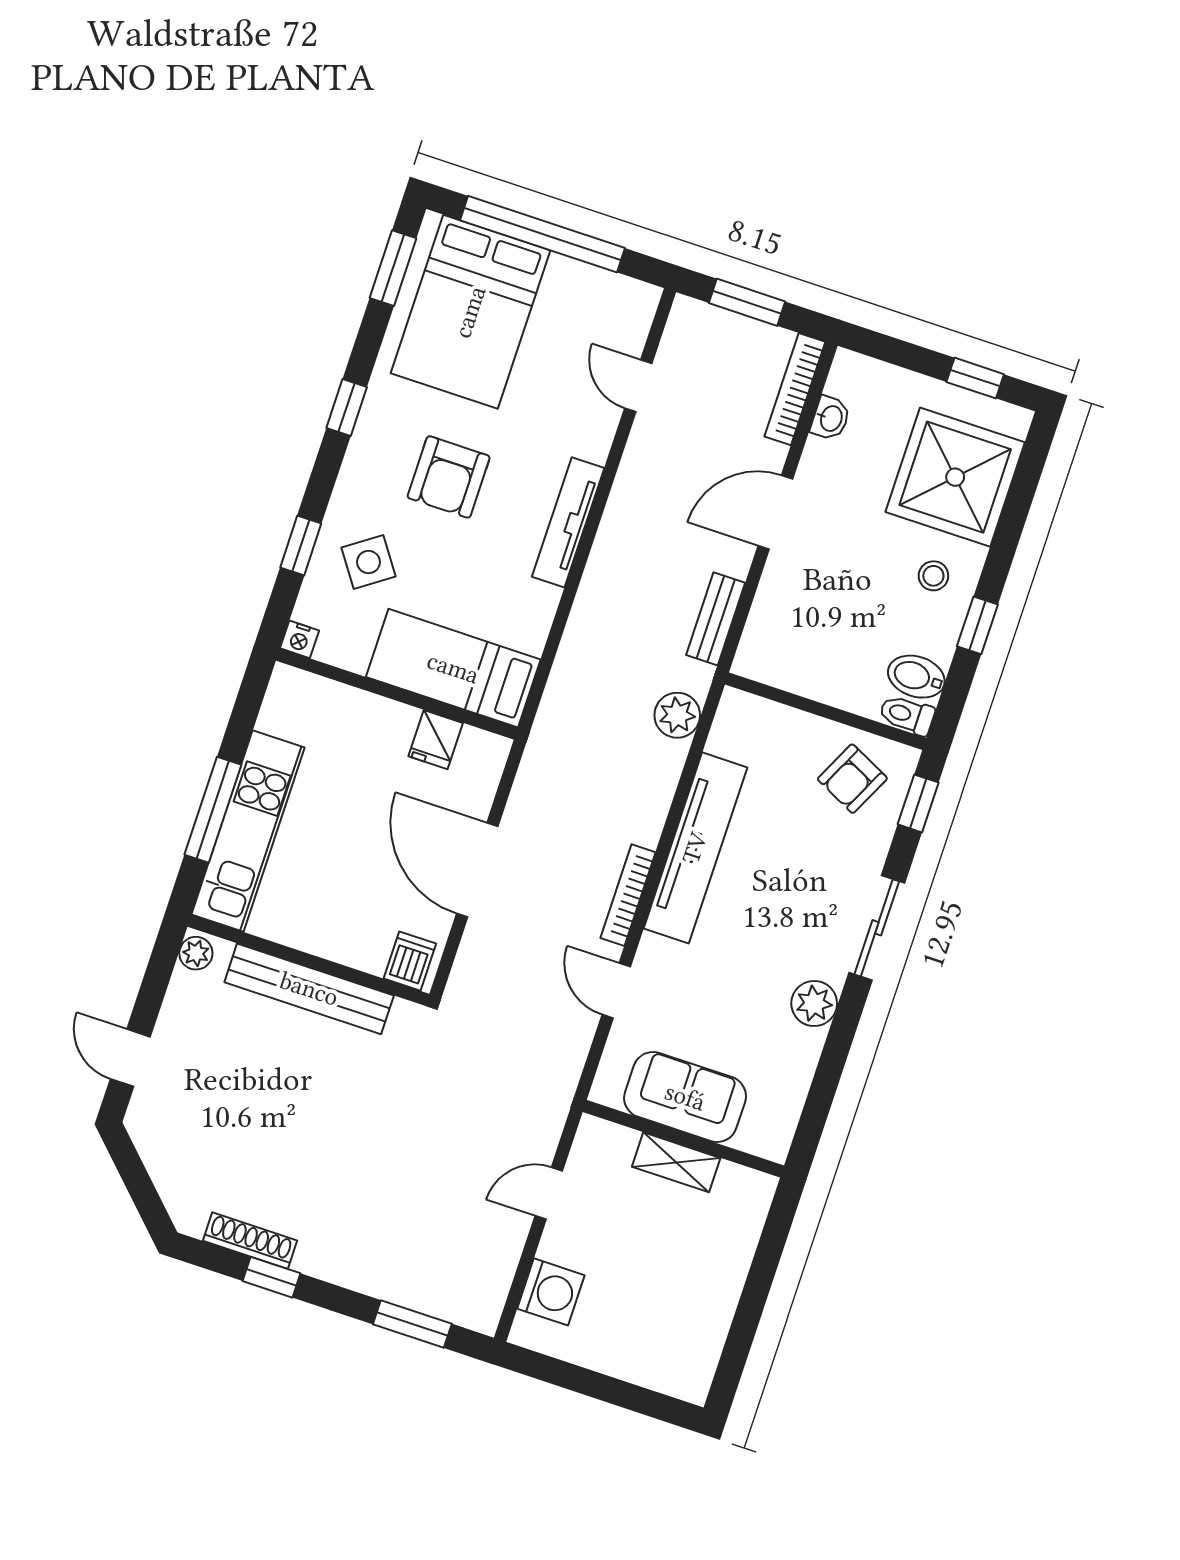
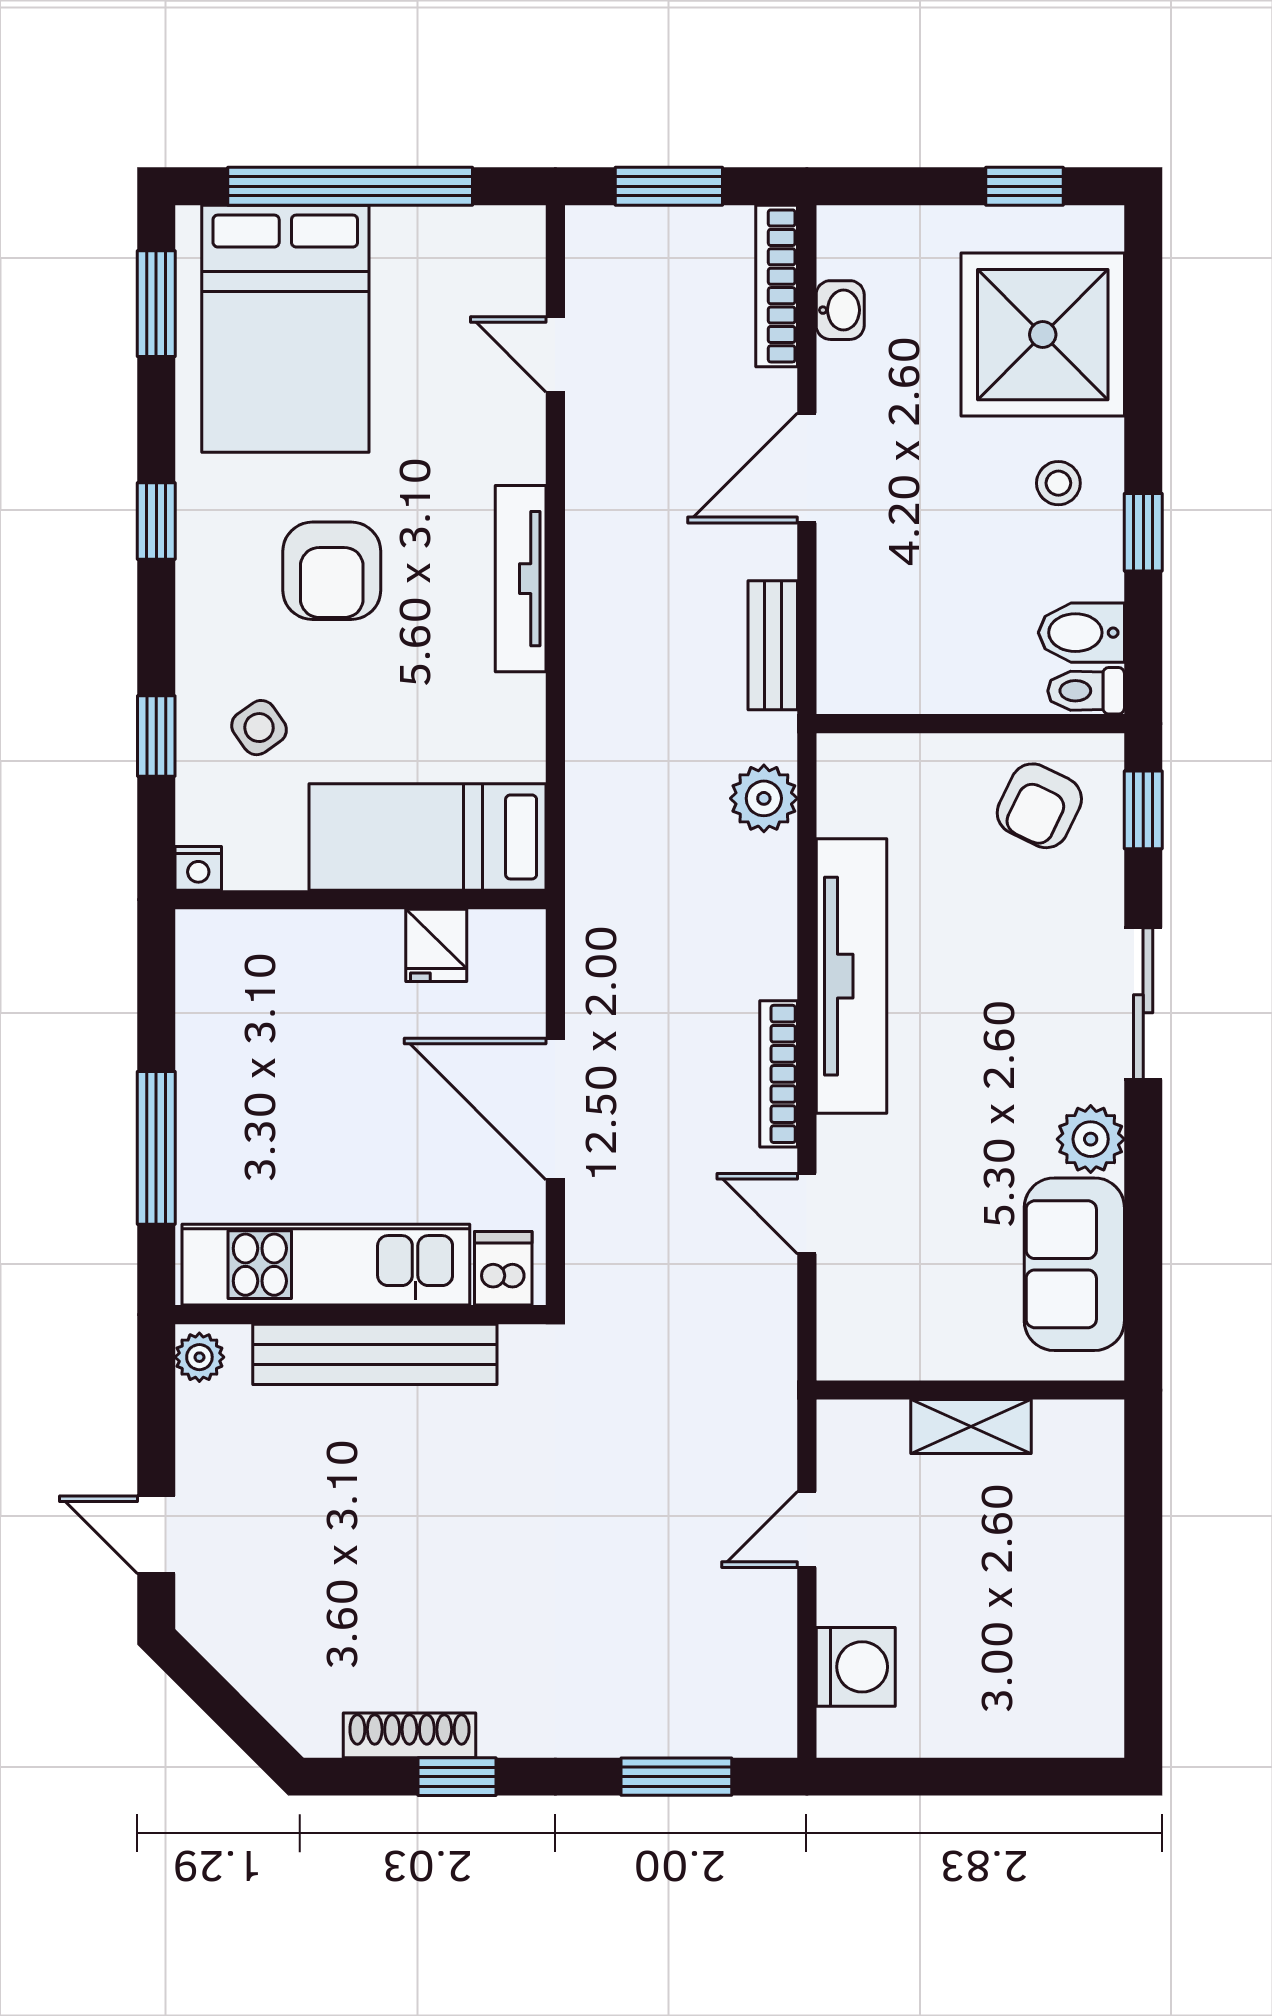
side table: (368, 562) -> (259, 728), width x0.73, depth x0.73
kitchen unit: (248, 831) -> (326, 1265), moved, turned -90
sofa: (685, 1097) -> (1074, 1264), moved, turned -90

